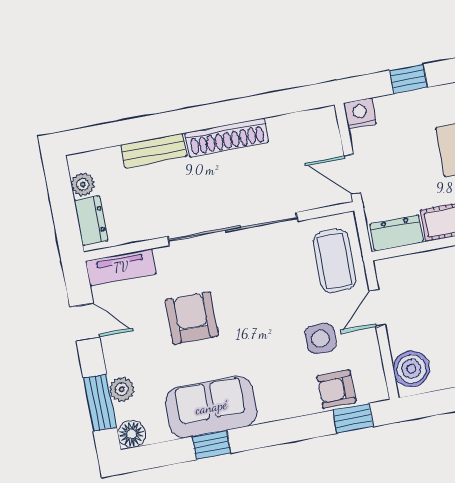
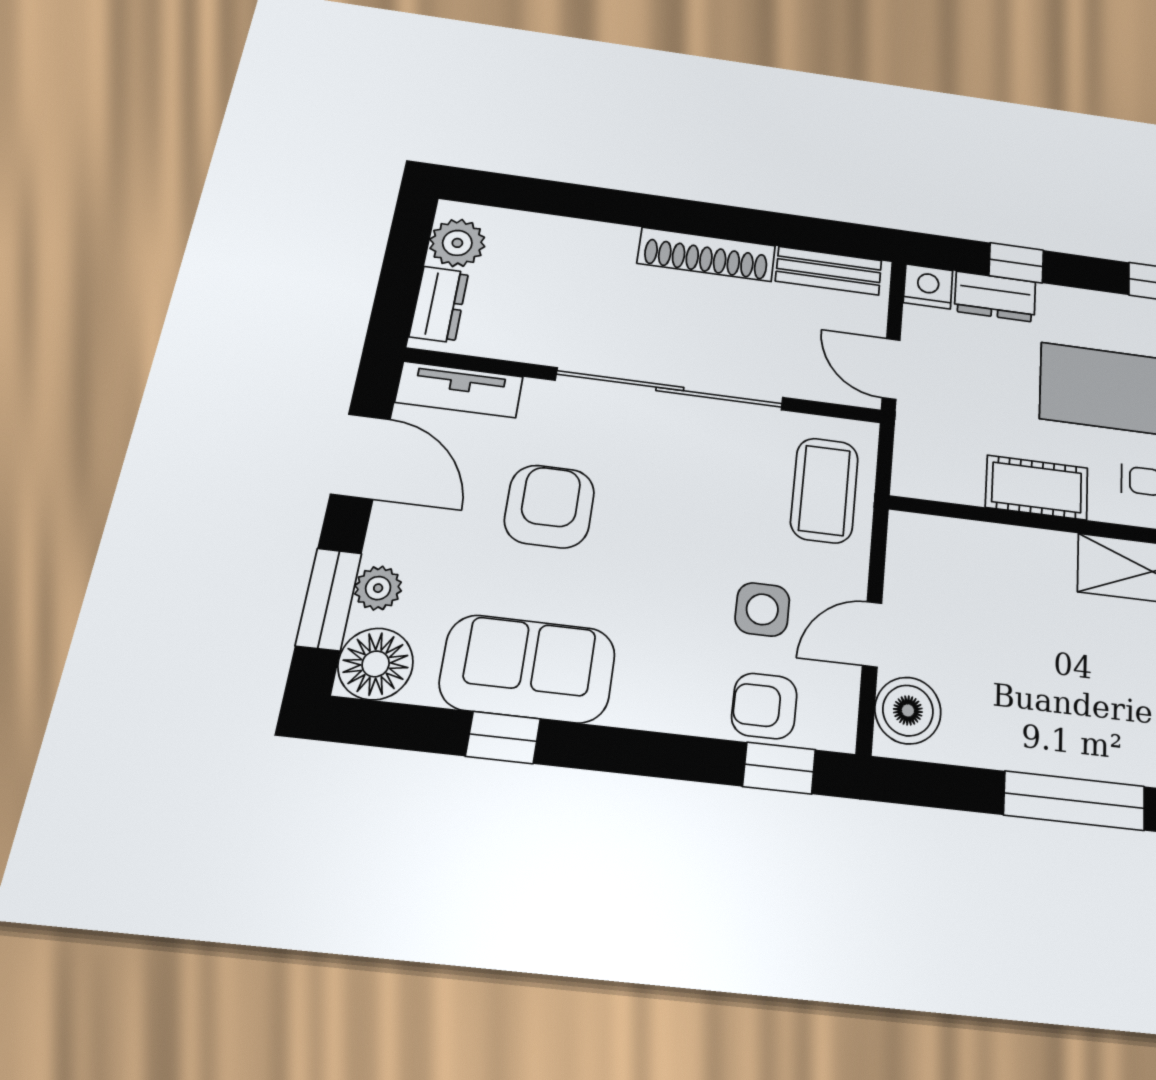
bench: (154, 151) -> (829, 271), moved
plant: (83, 184) -> (457, 243), width x1.38, depth x1.38
dresser: (397, 233) -> (995, 297), moved, turned 180
door: (377, 308) -> (872, 634), moved
door: (85, 322) -> (361, 456), width x1.38
floor lamp: (132, 434) -> (376, 664), width x1.38, depth x1.38

